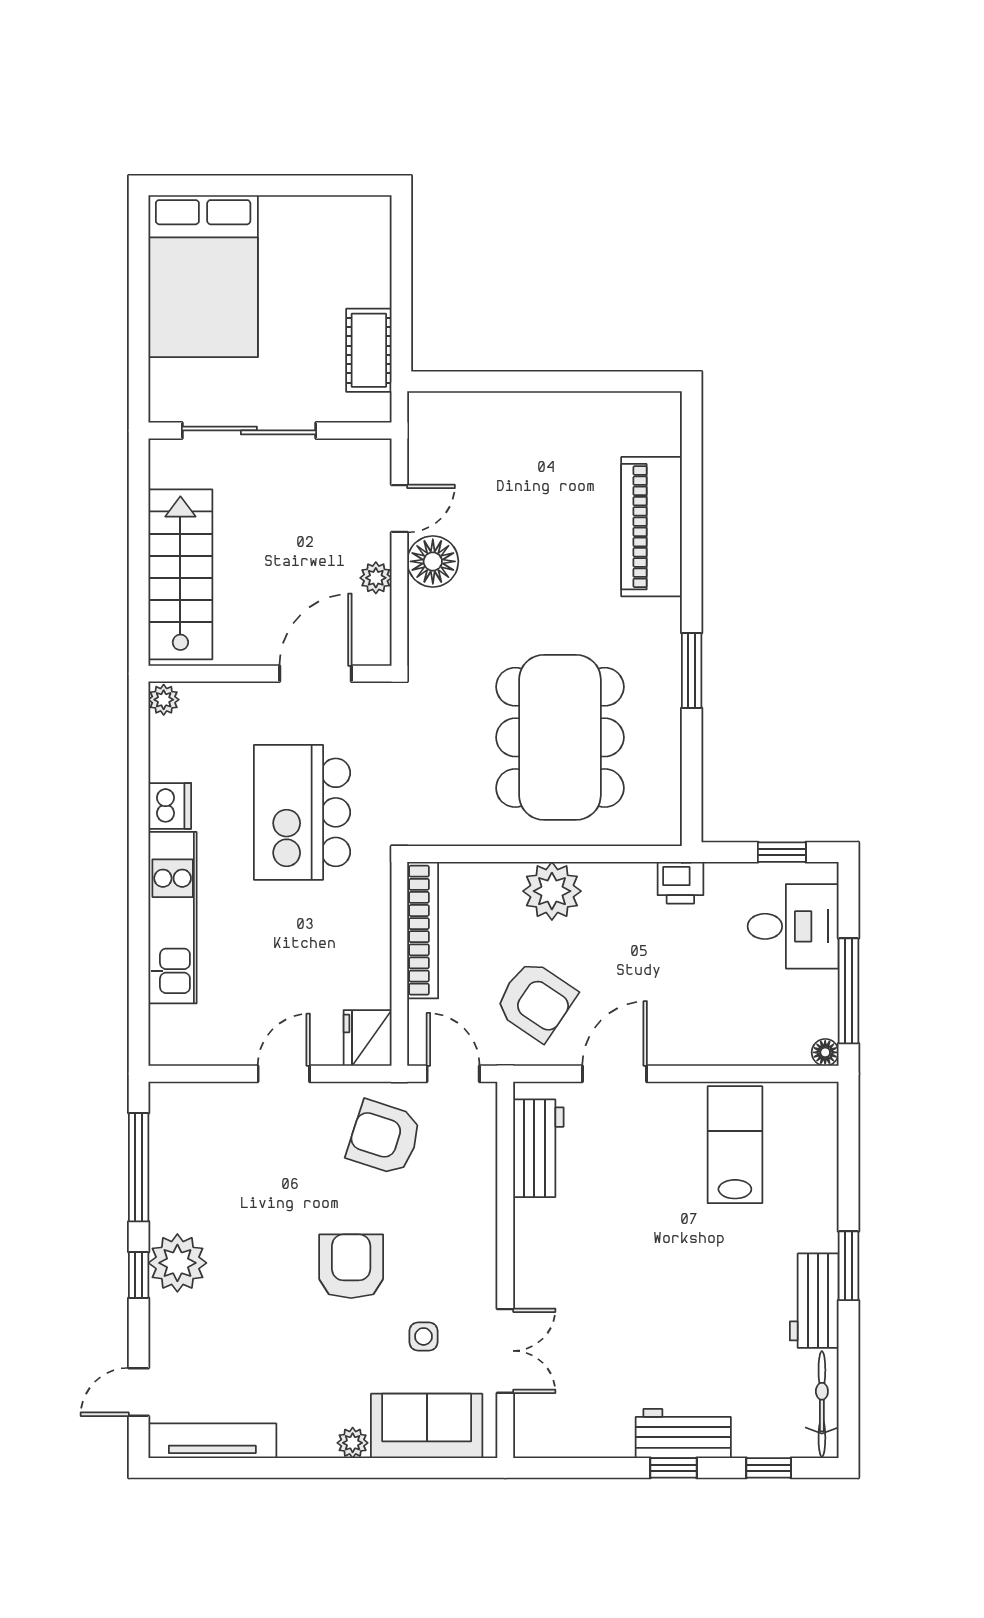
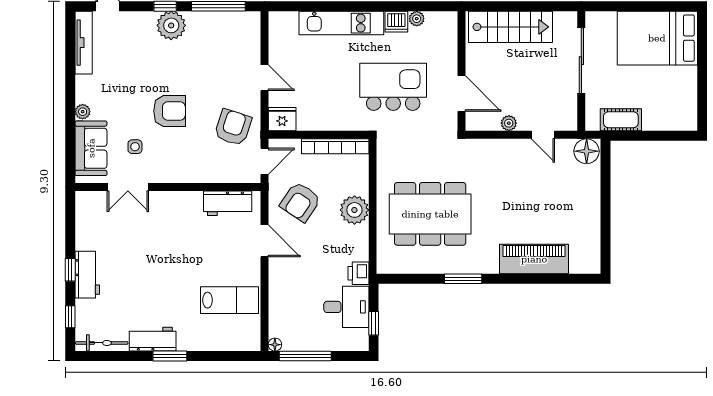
floor lamp: (433, 561) -> (587, 151), moved
plant: (164, 700) -> (417, 19), moved
desk: (793, 926) -> (346, 307), moved, turned -90

